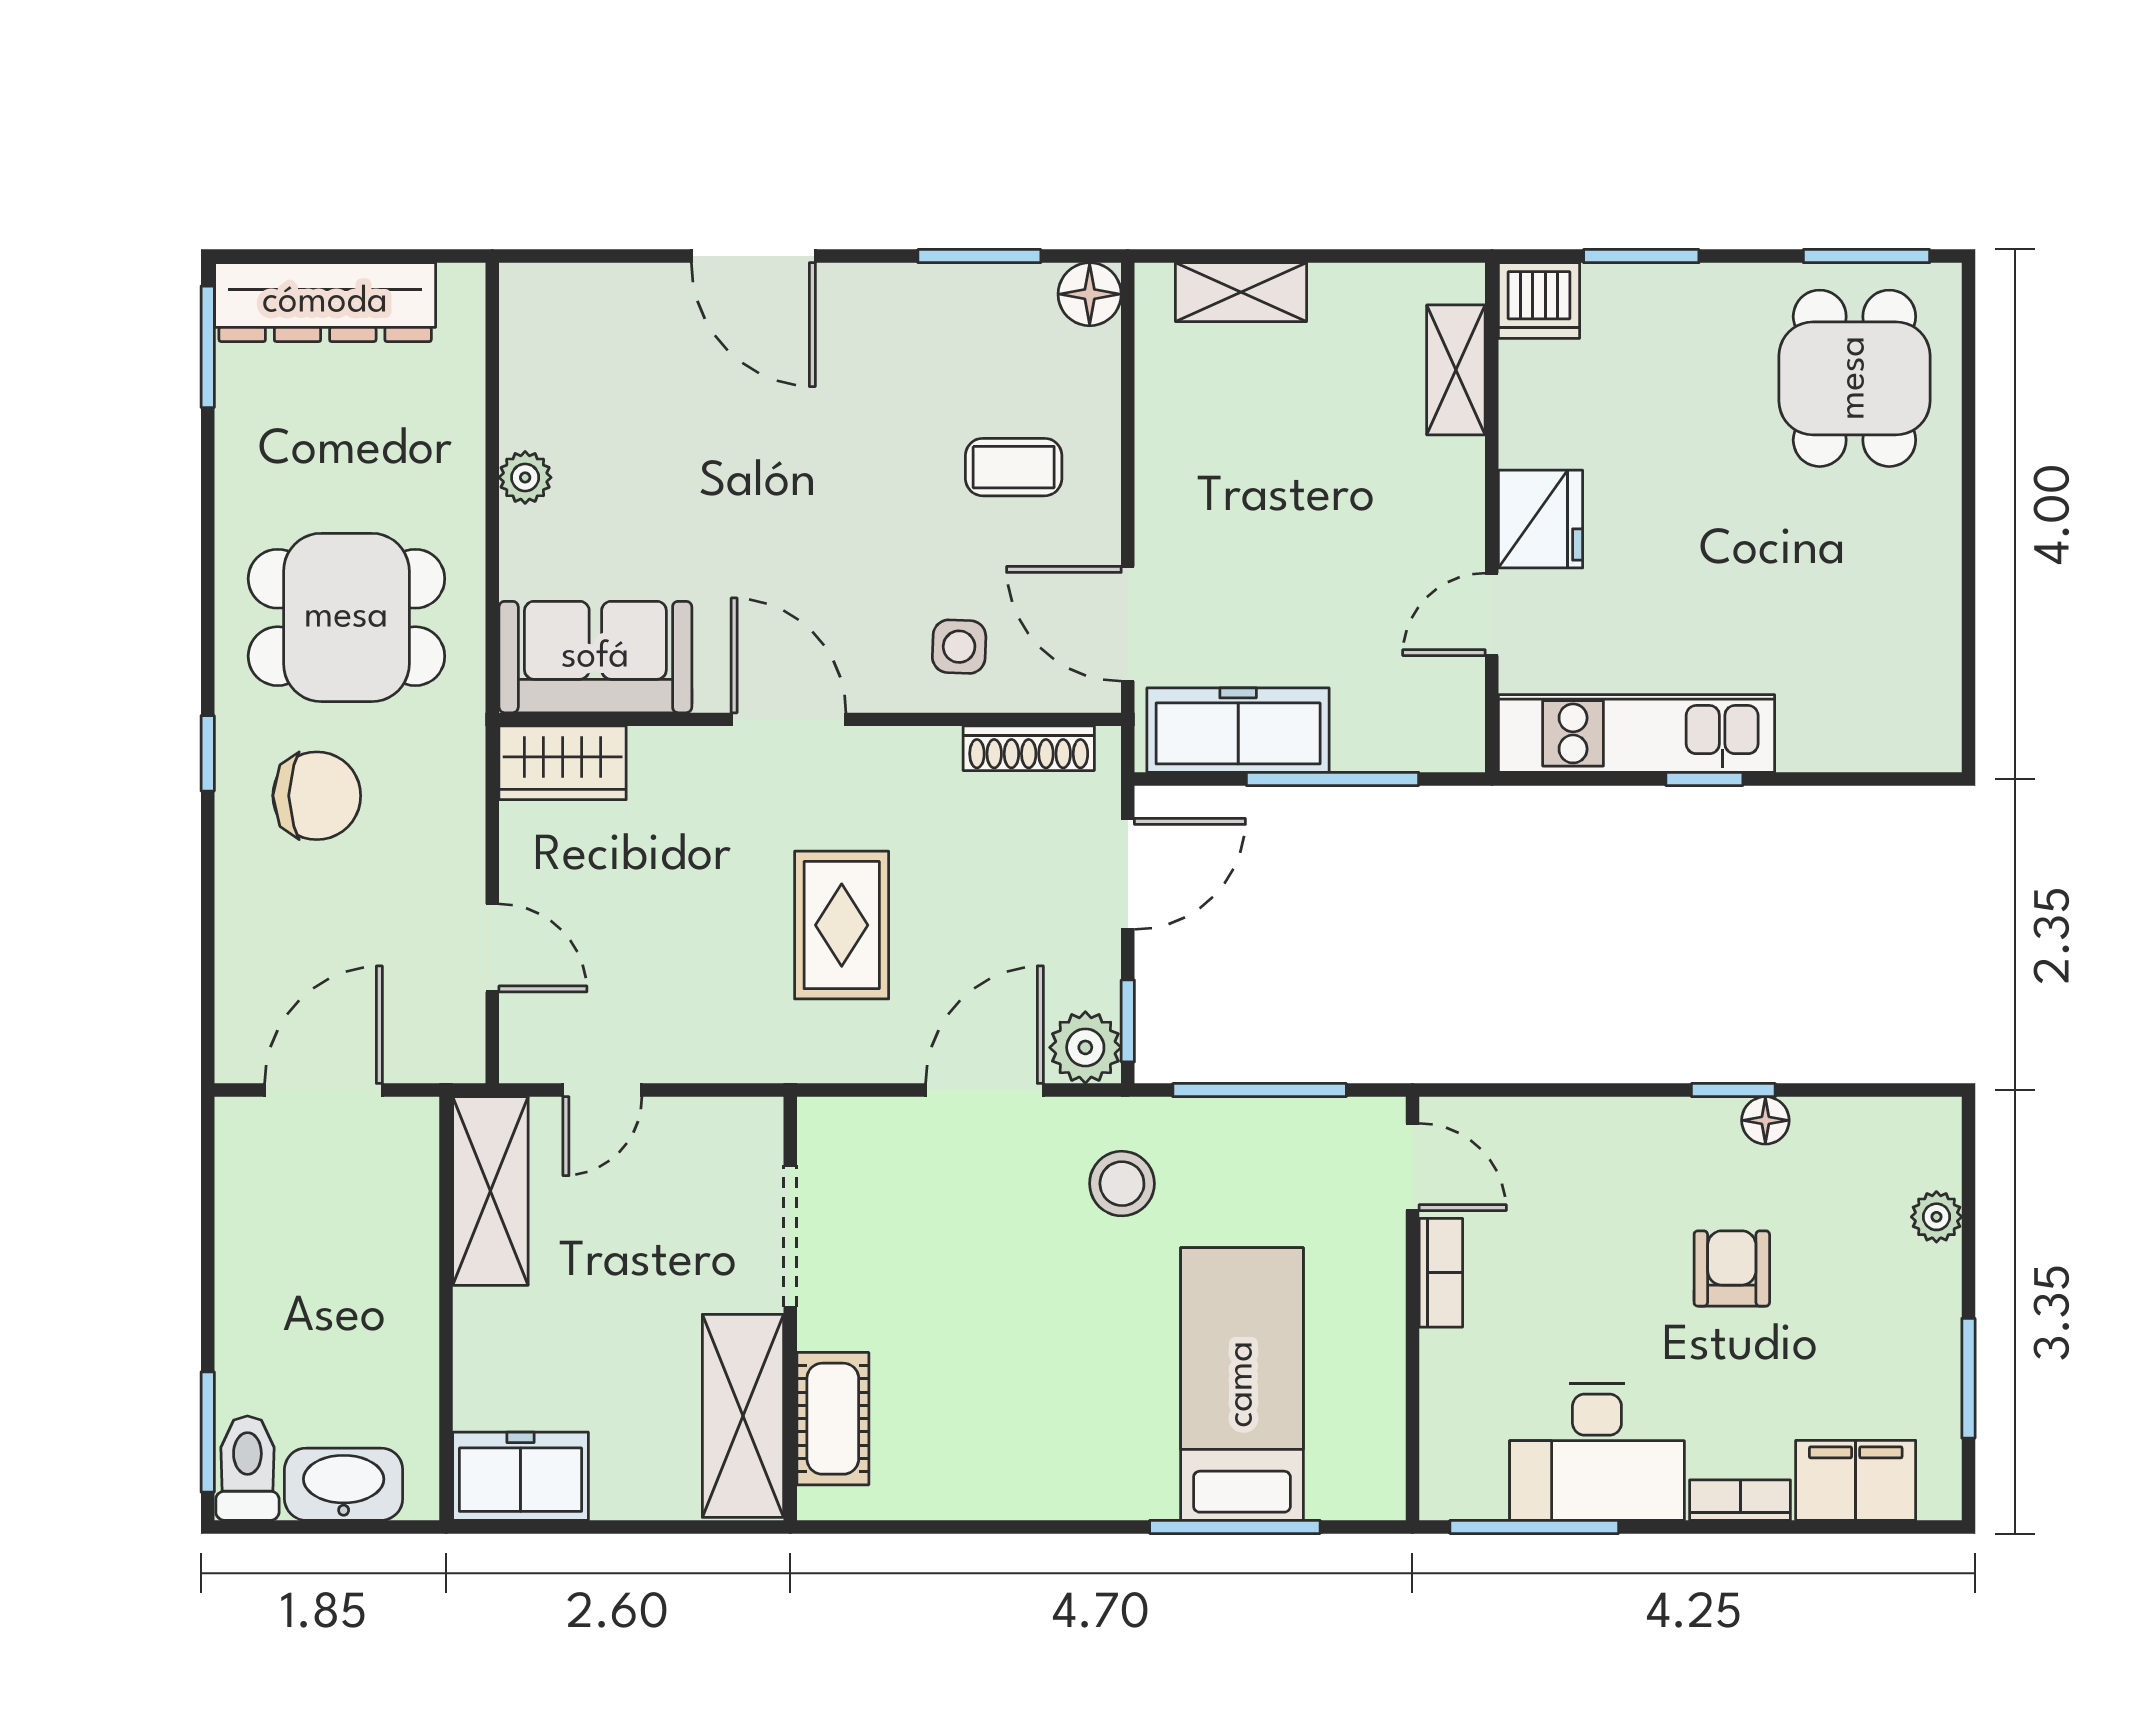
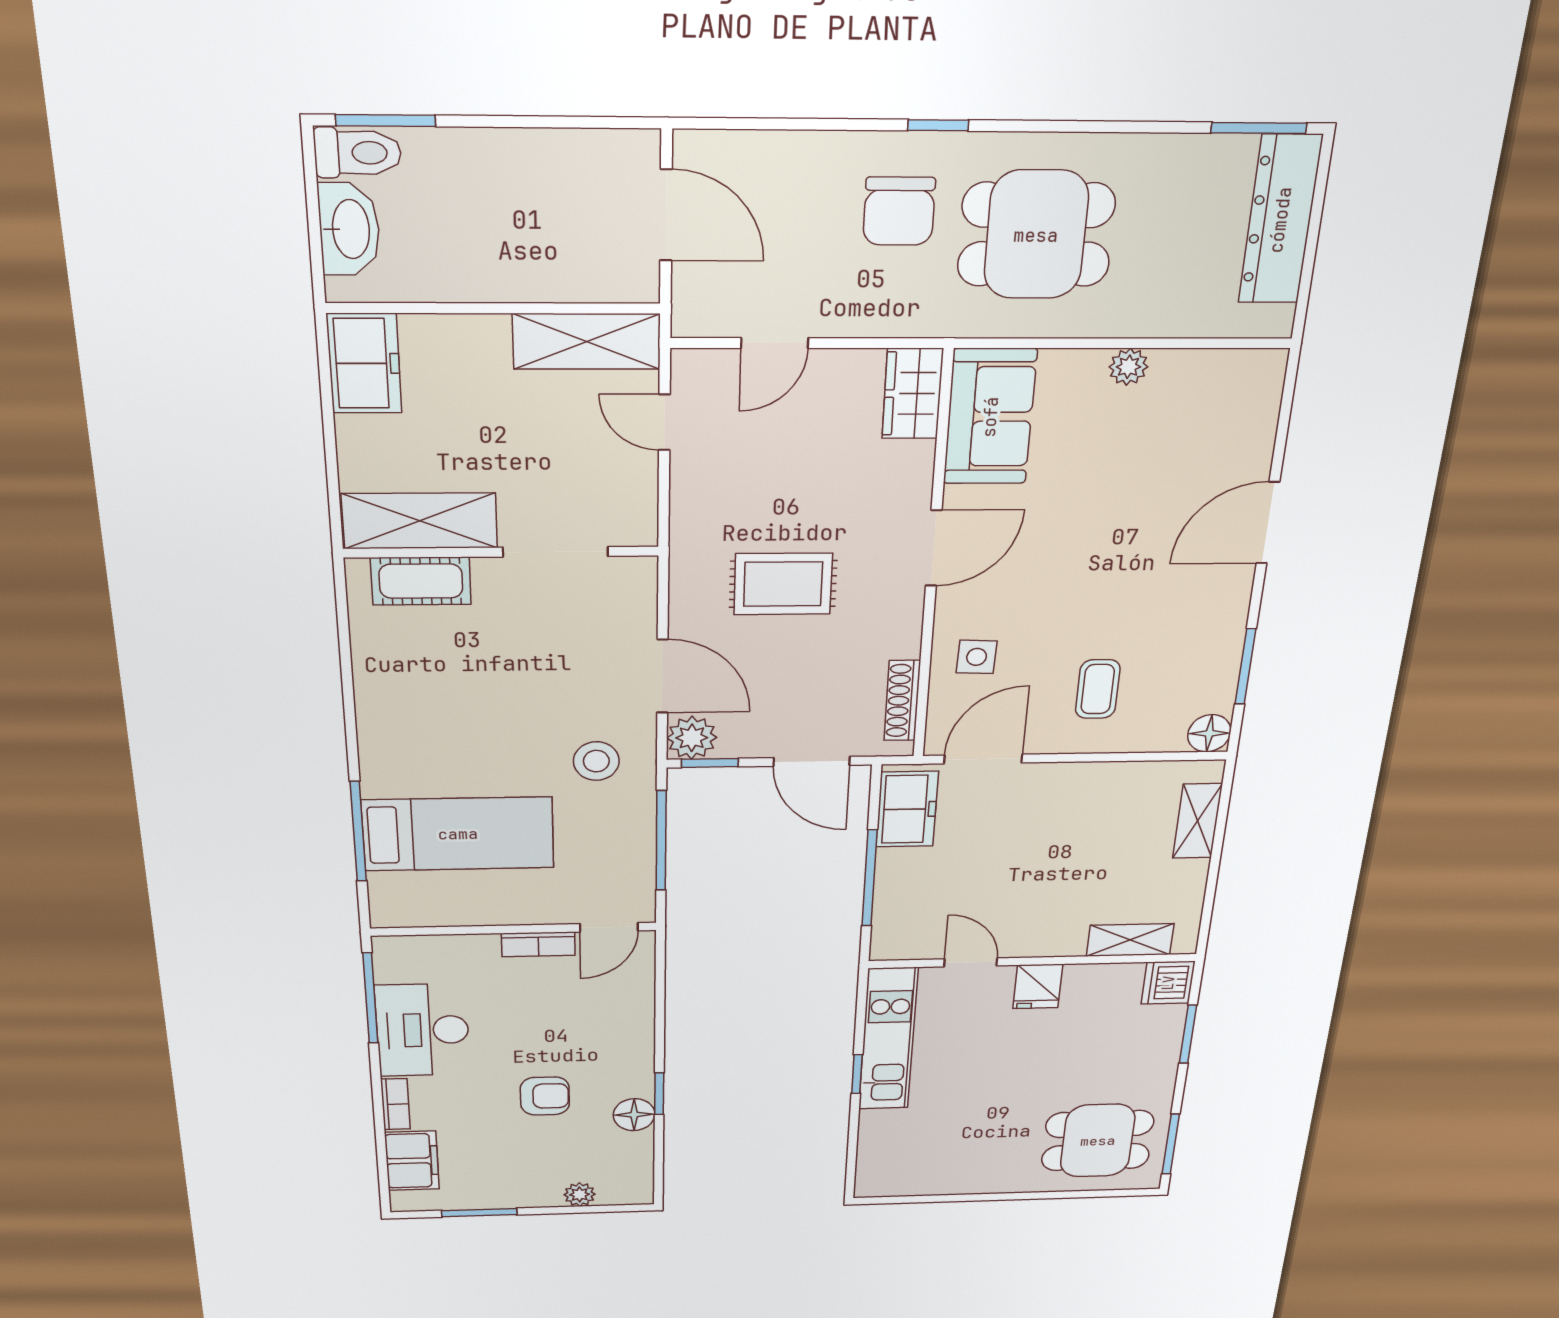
fridge: (1541, 519) -> (1038, 986), width x0.72
dining table: (346, 617) -> (1036, 235), turned 90
freezer: (1238, 730) -> (907, 809), width x0.71
floor lamp: (1765, 1120) -> (634, 1115), width x1.37, depth x1.37

